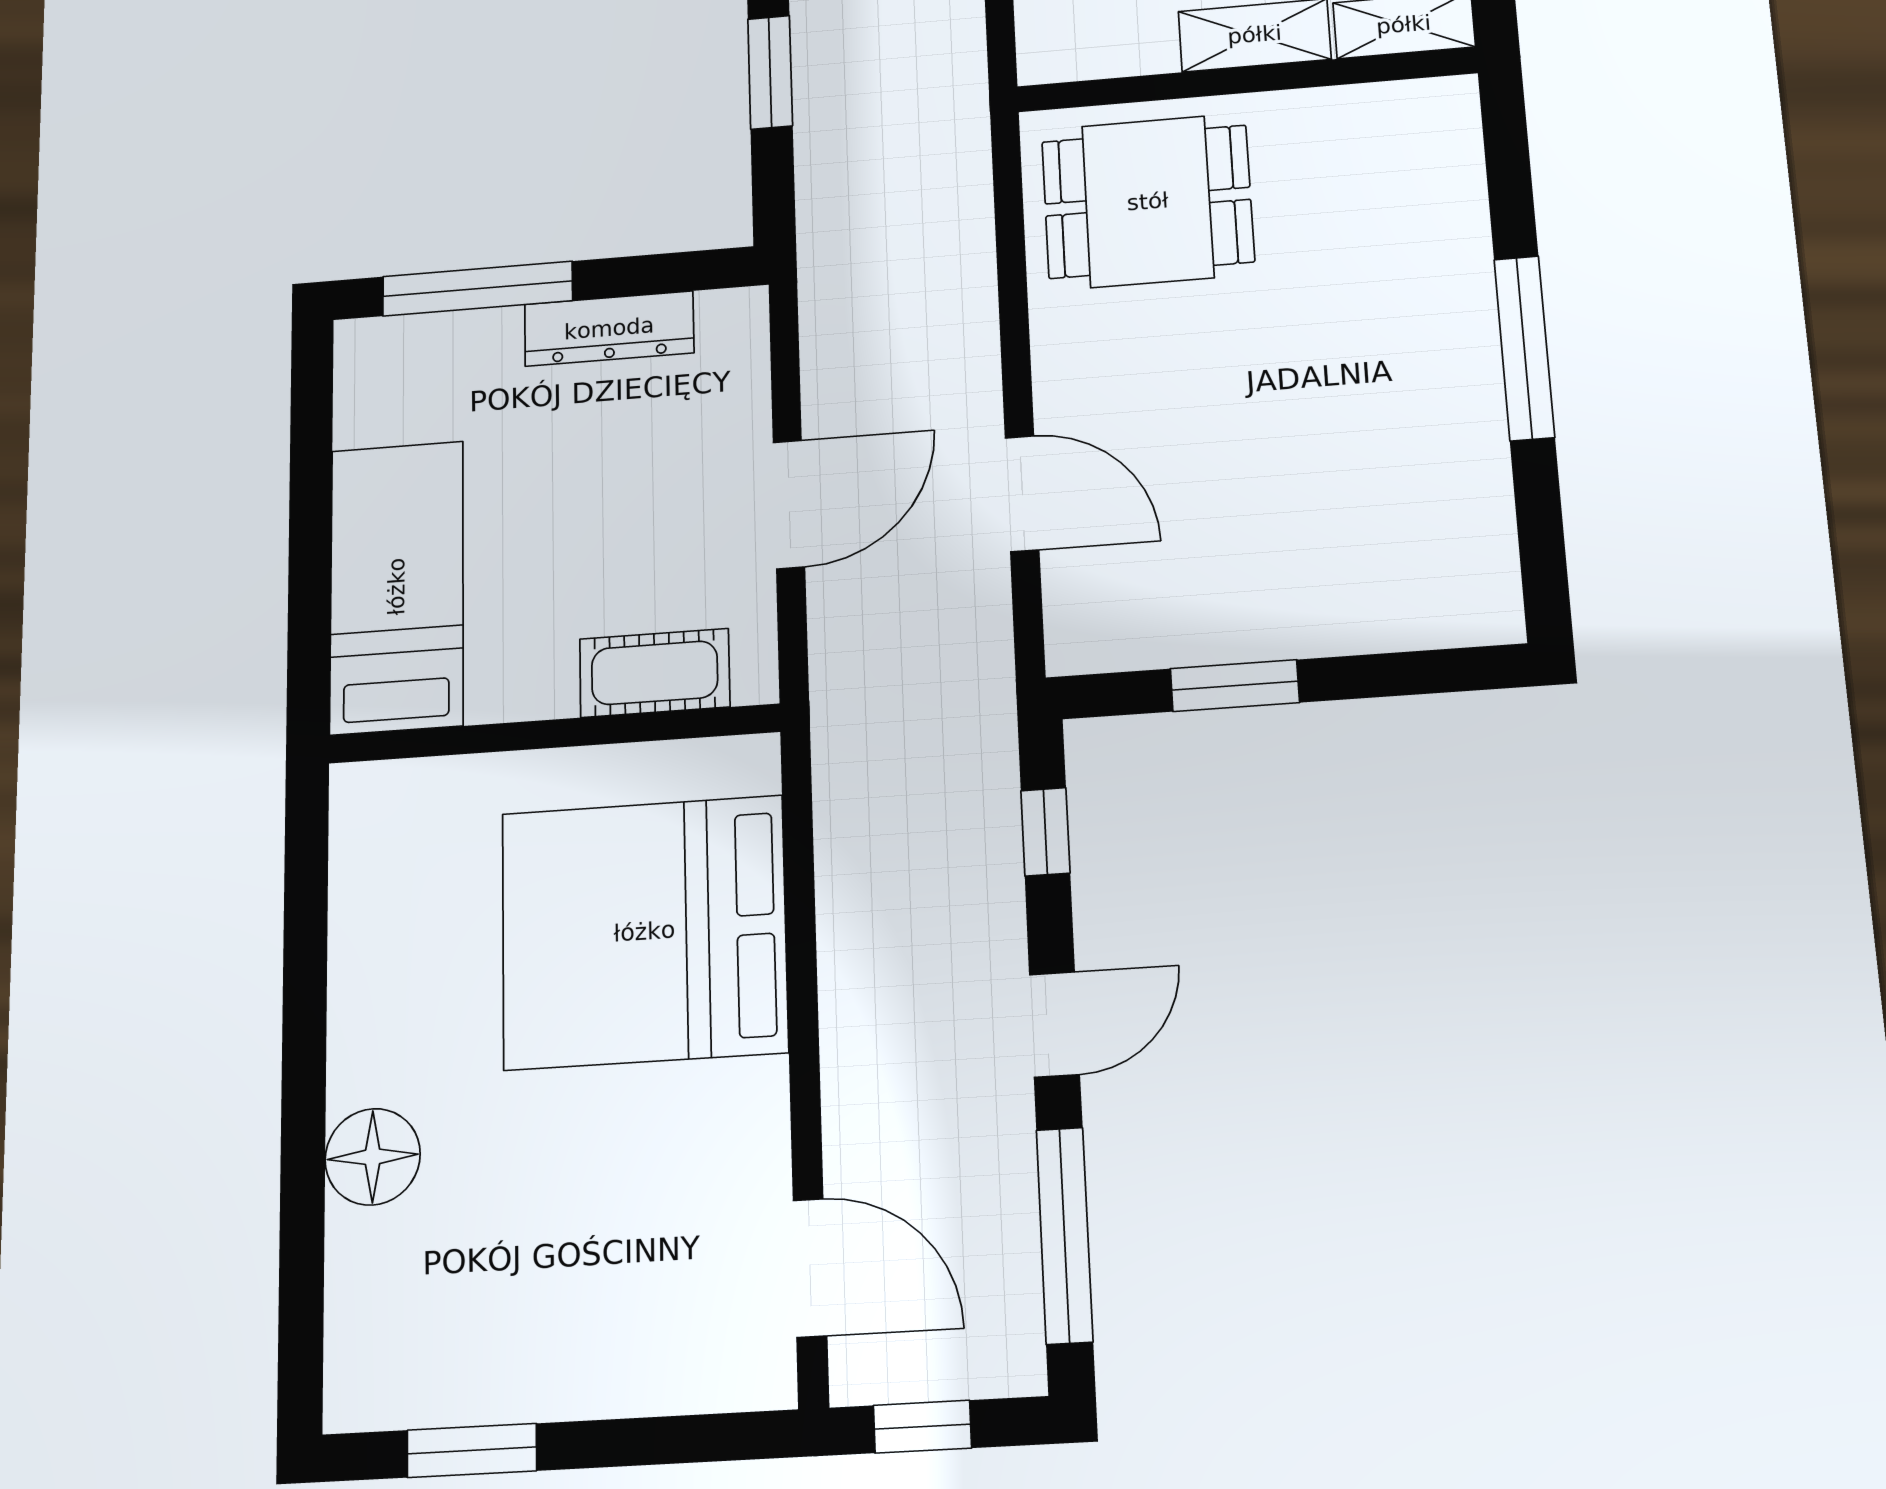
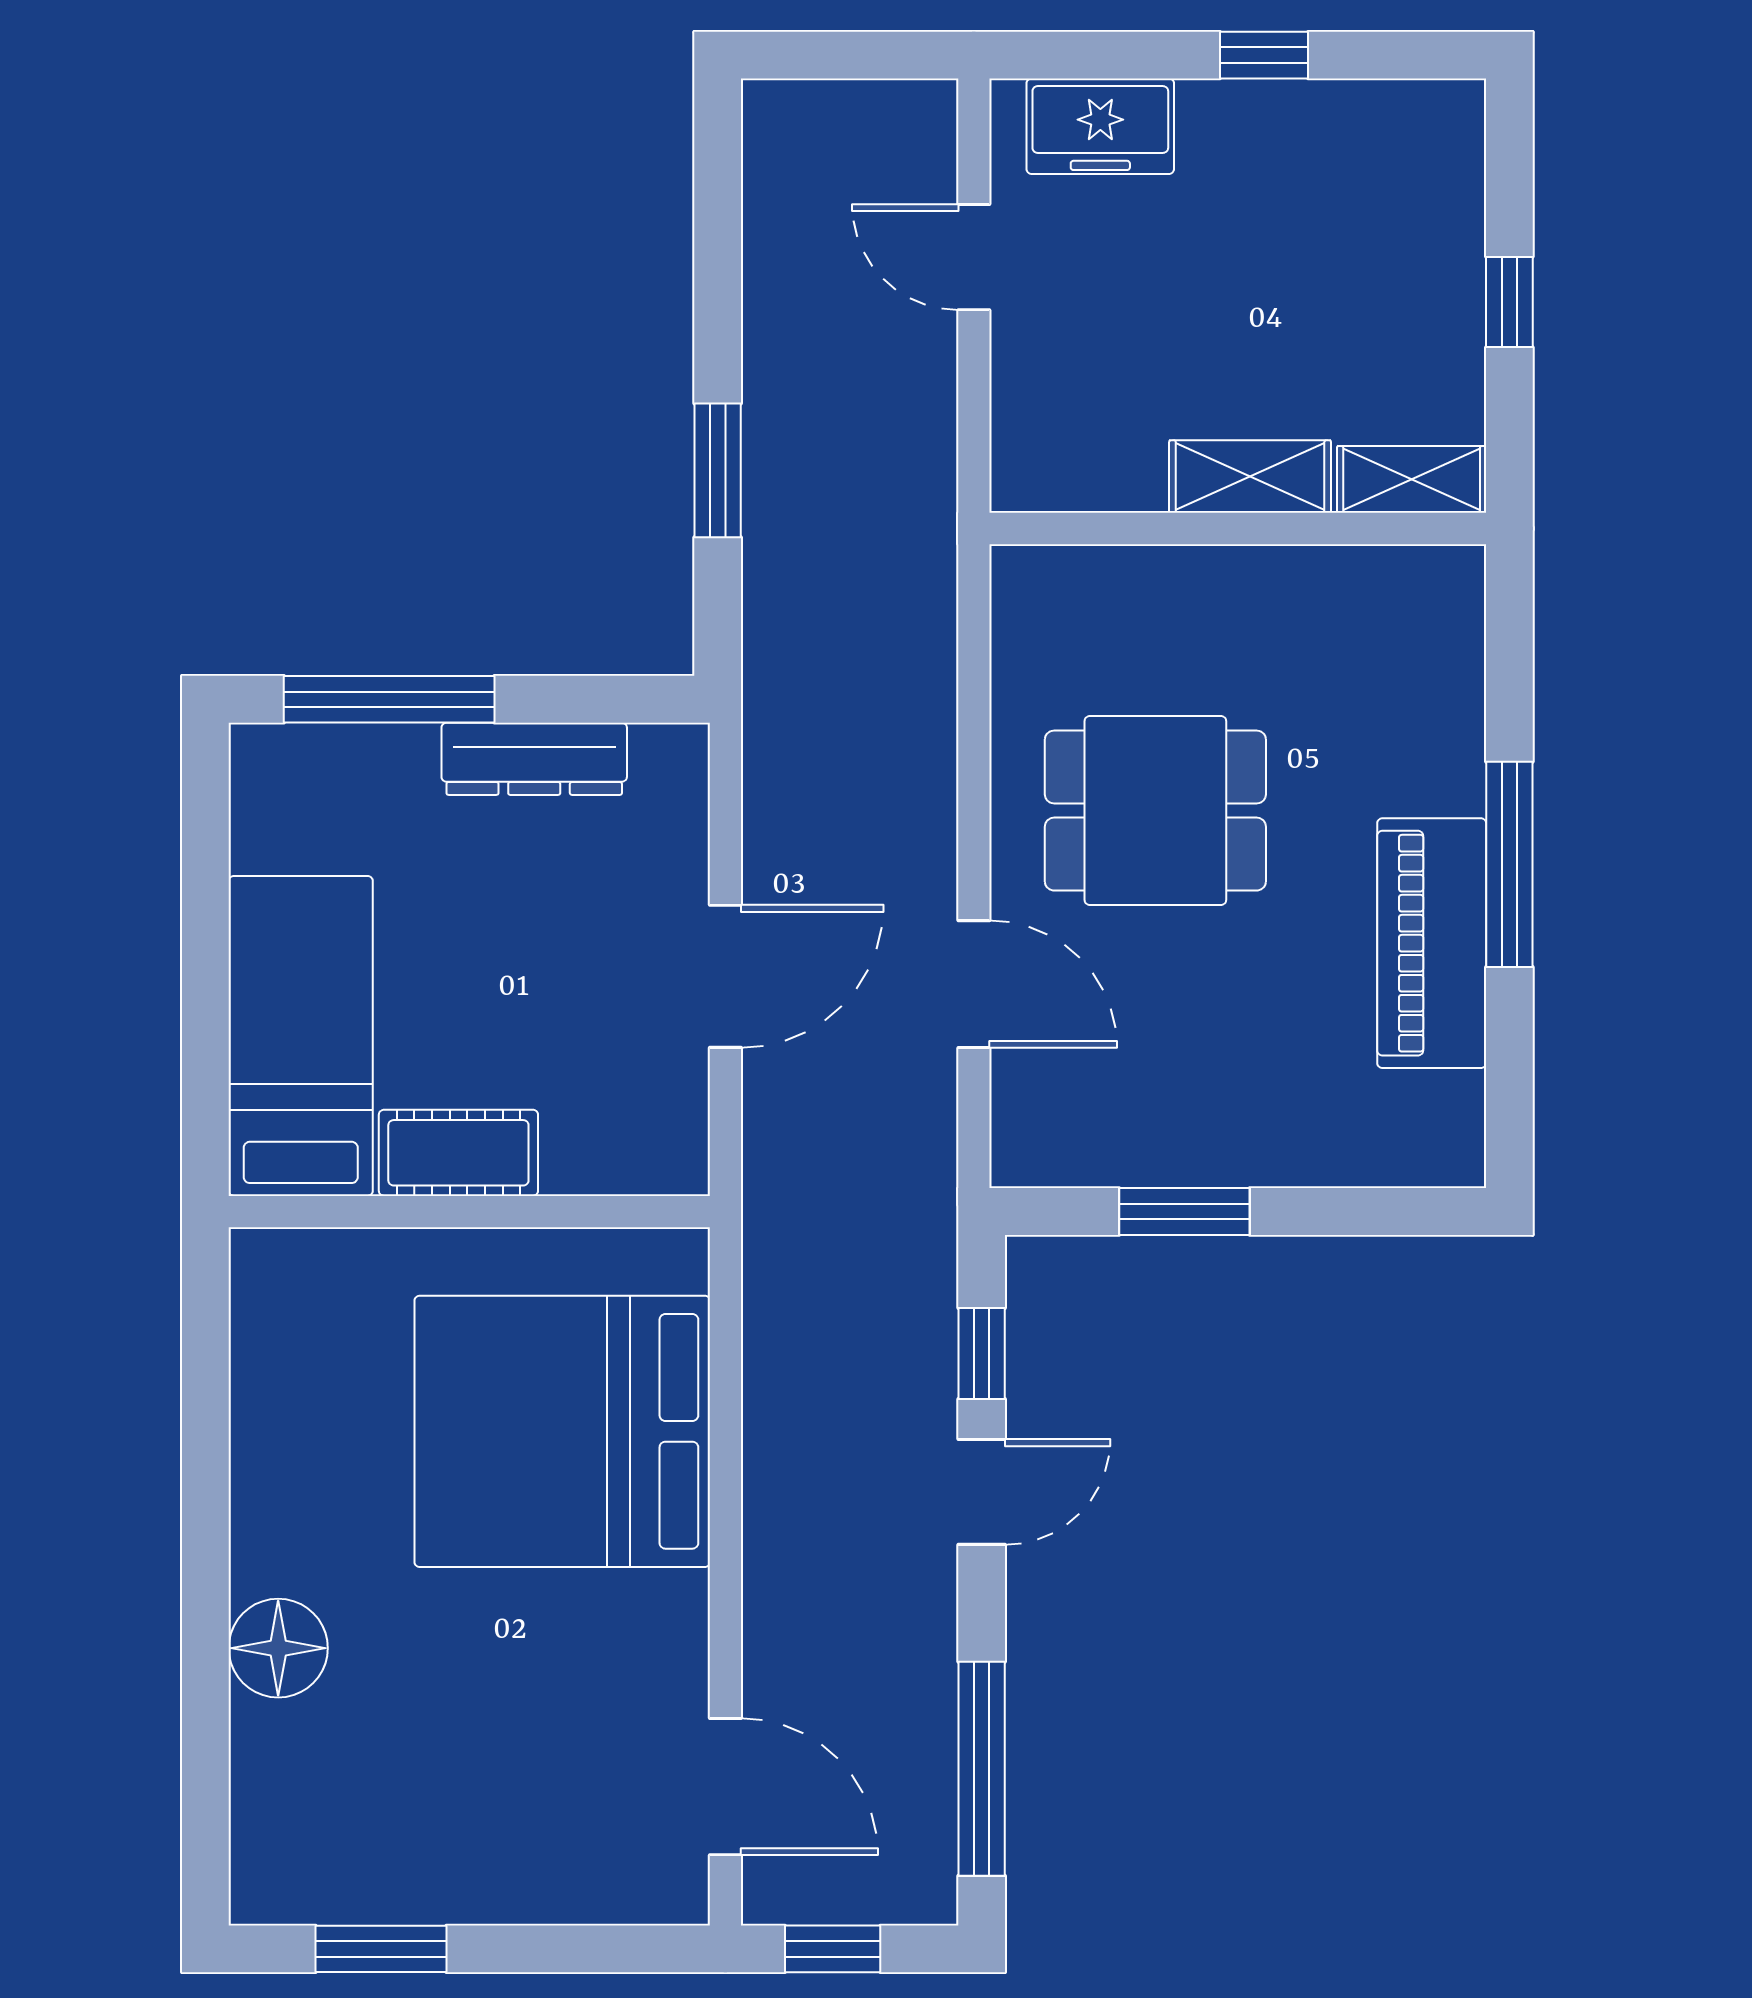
dining table: (1148, 202) -> (1155, 811), moved
piano: (1456, 424) -> (1432, 943), added
cot: (655, 673) -> (458, 1153), moved
door: (1054, 1024) -> (982, 1492), moved

